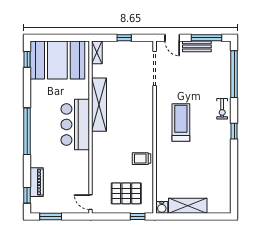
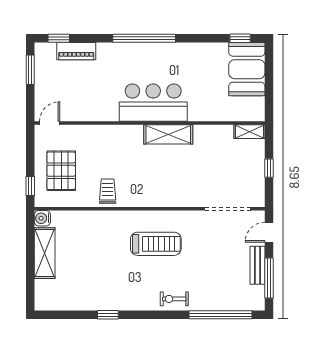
booth: (57, 60) -> (247, 69), width x0.73, depth x0.70
shelving: (99, 105) -> (168, 134), width x0.68
window: (234, 131) -> (108, 315), moved

